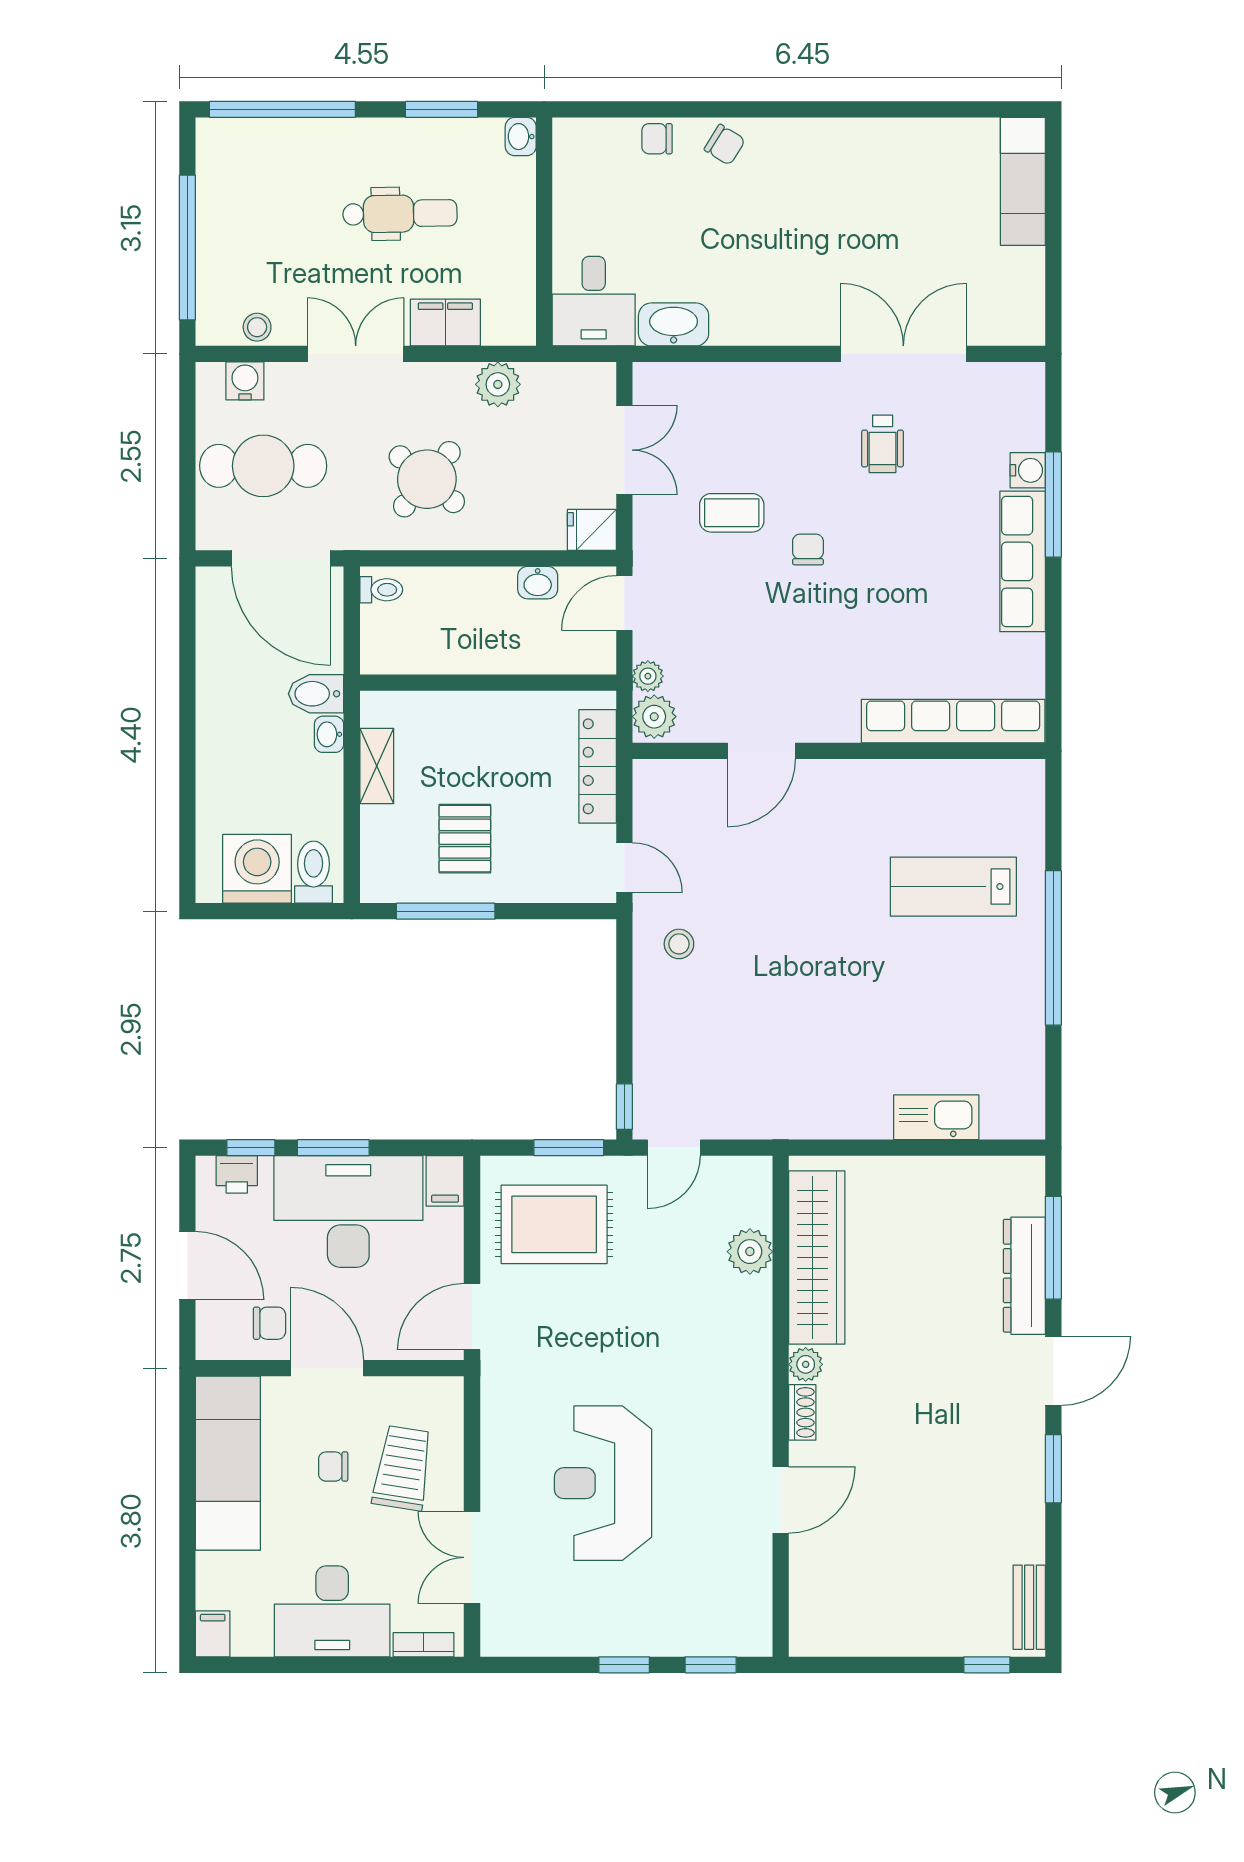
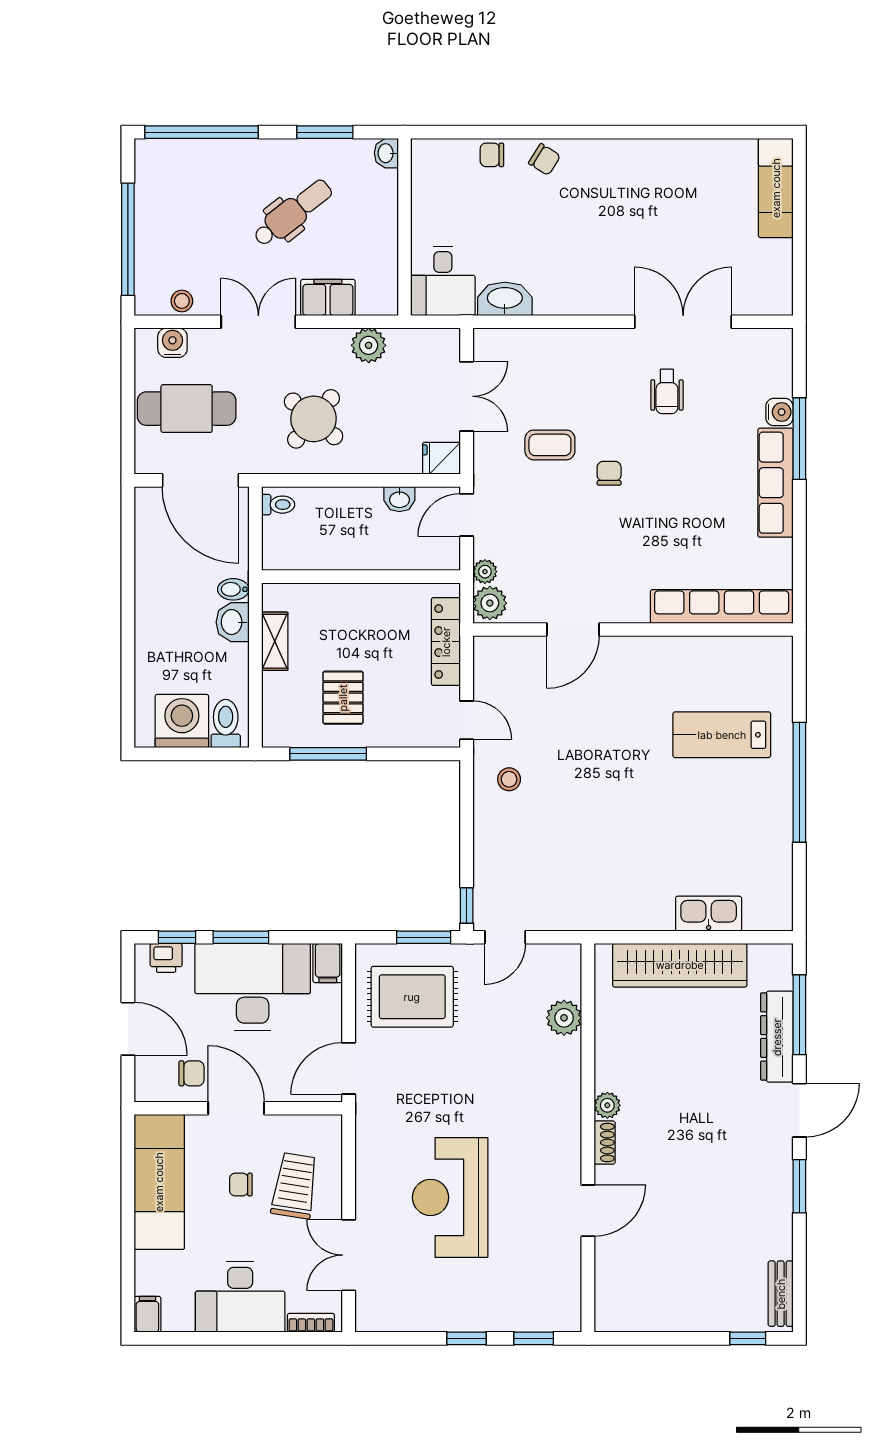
dental chair: (400, 214) -> (293, 213), turned -37
bidet: (316, 694) -> (233, 589), width x0.72, depth x0.74
washbasin: (329, 734) -> (233, 622), width x1.38, depth x1.45
wardrobe: (817, 1258) -> (680, 965), moved, turned 90

